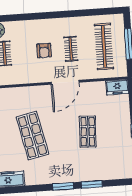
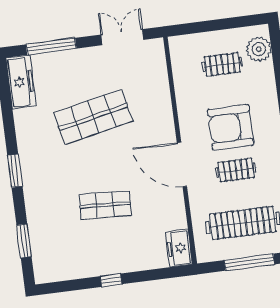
armchair: (44, 51) -> (231, 127), width x1.88, depth x1.88
window: (92, 184) -> (24, 241), moved

